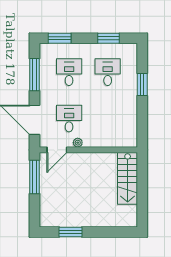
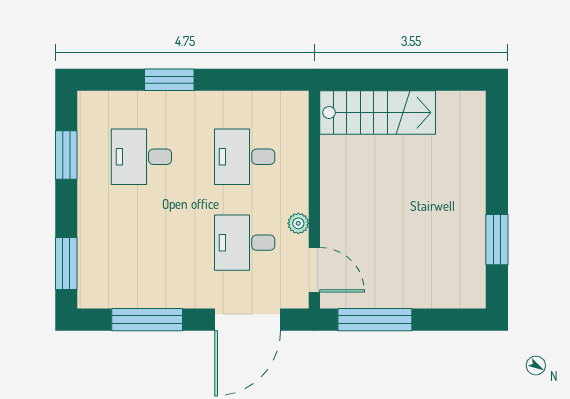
desk: (69, 72) -> (245, 157), moved

